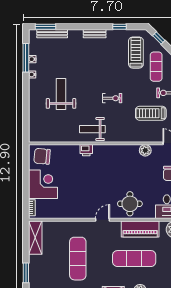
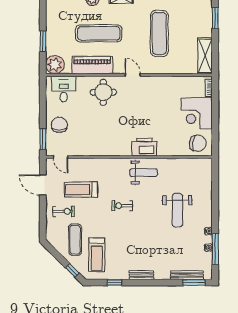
treadmill: (151, 113) -> (81, 190), turned 180
printer: (86, 150) -> (144, 147), width x1.87, depth x1.48
plant: (145, 150) -> (87, 150), removed
door: (103, 220) -> (133, 75), swing flipped

